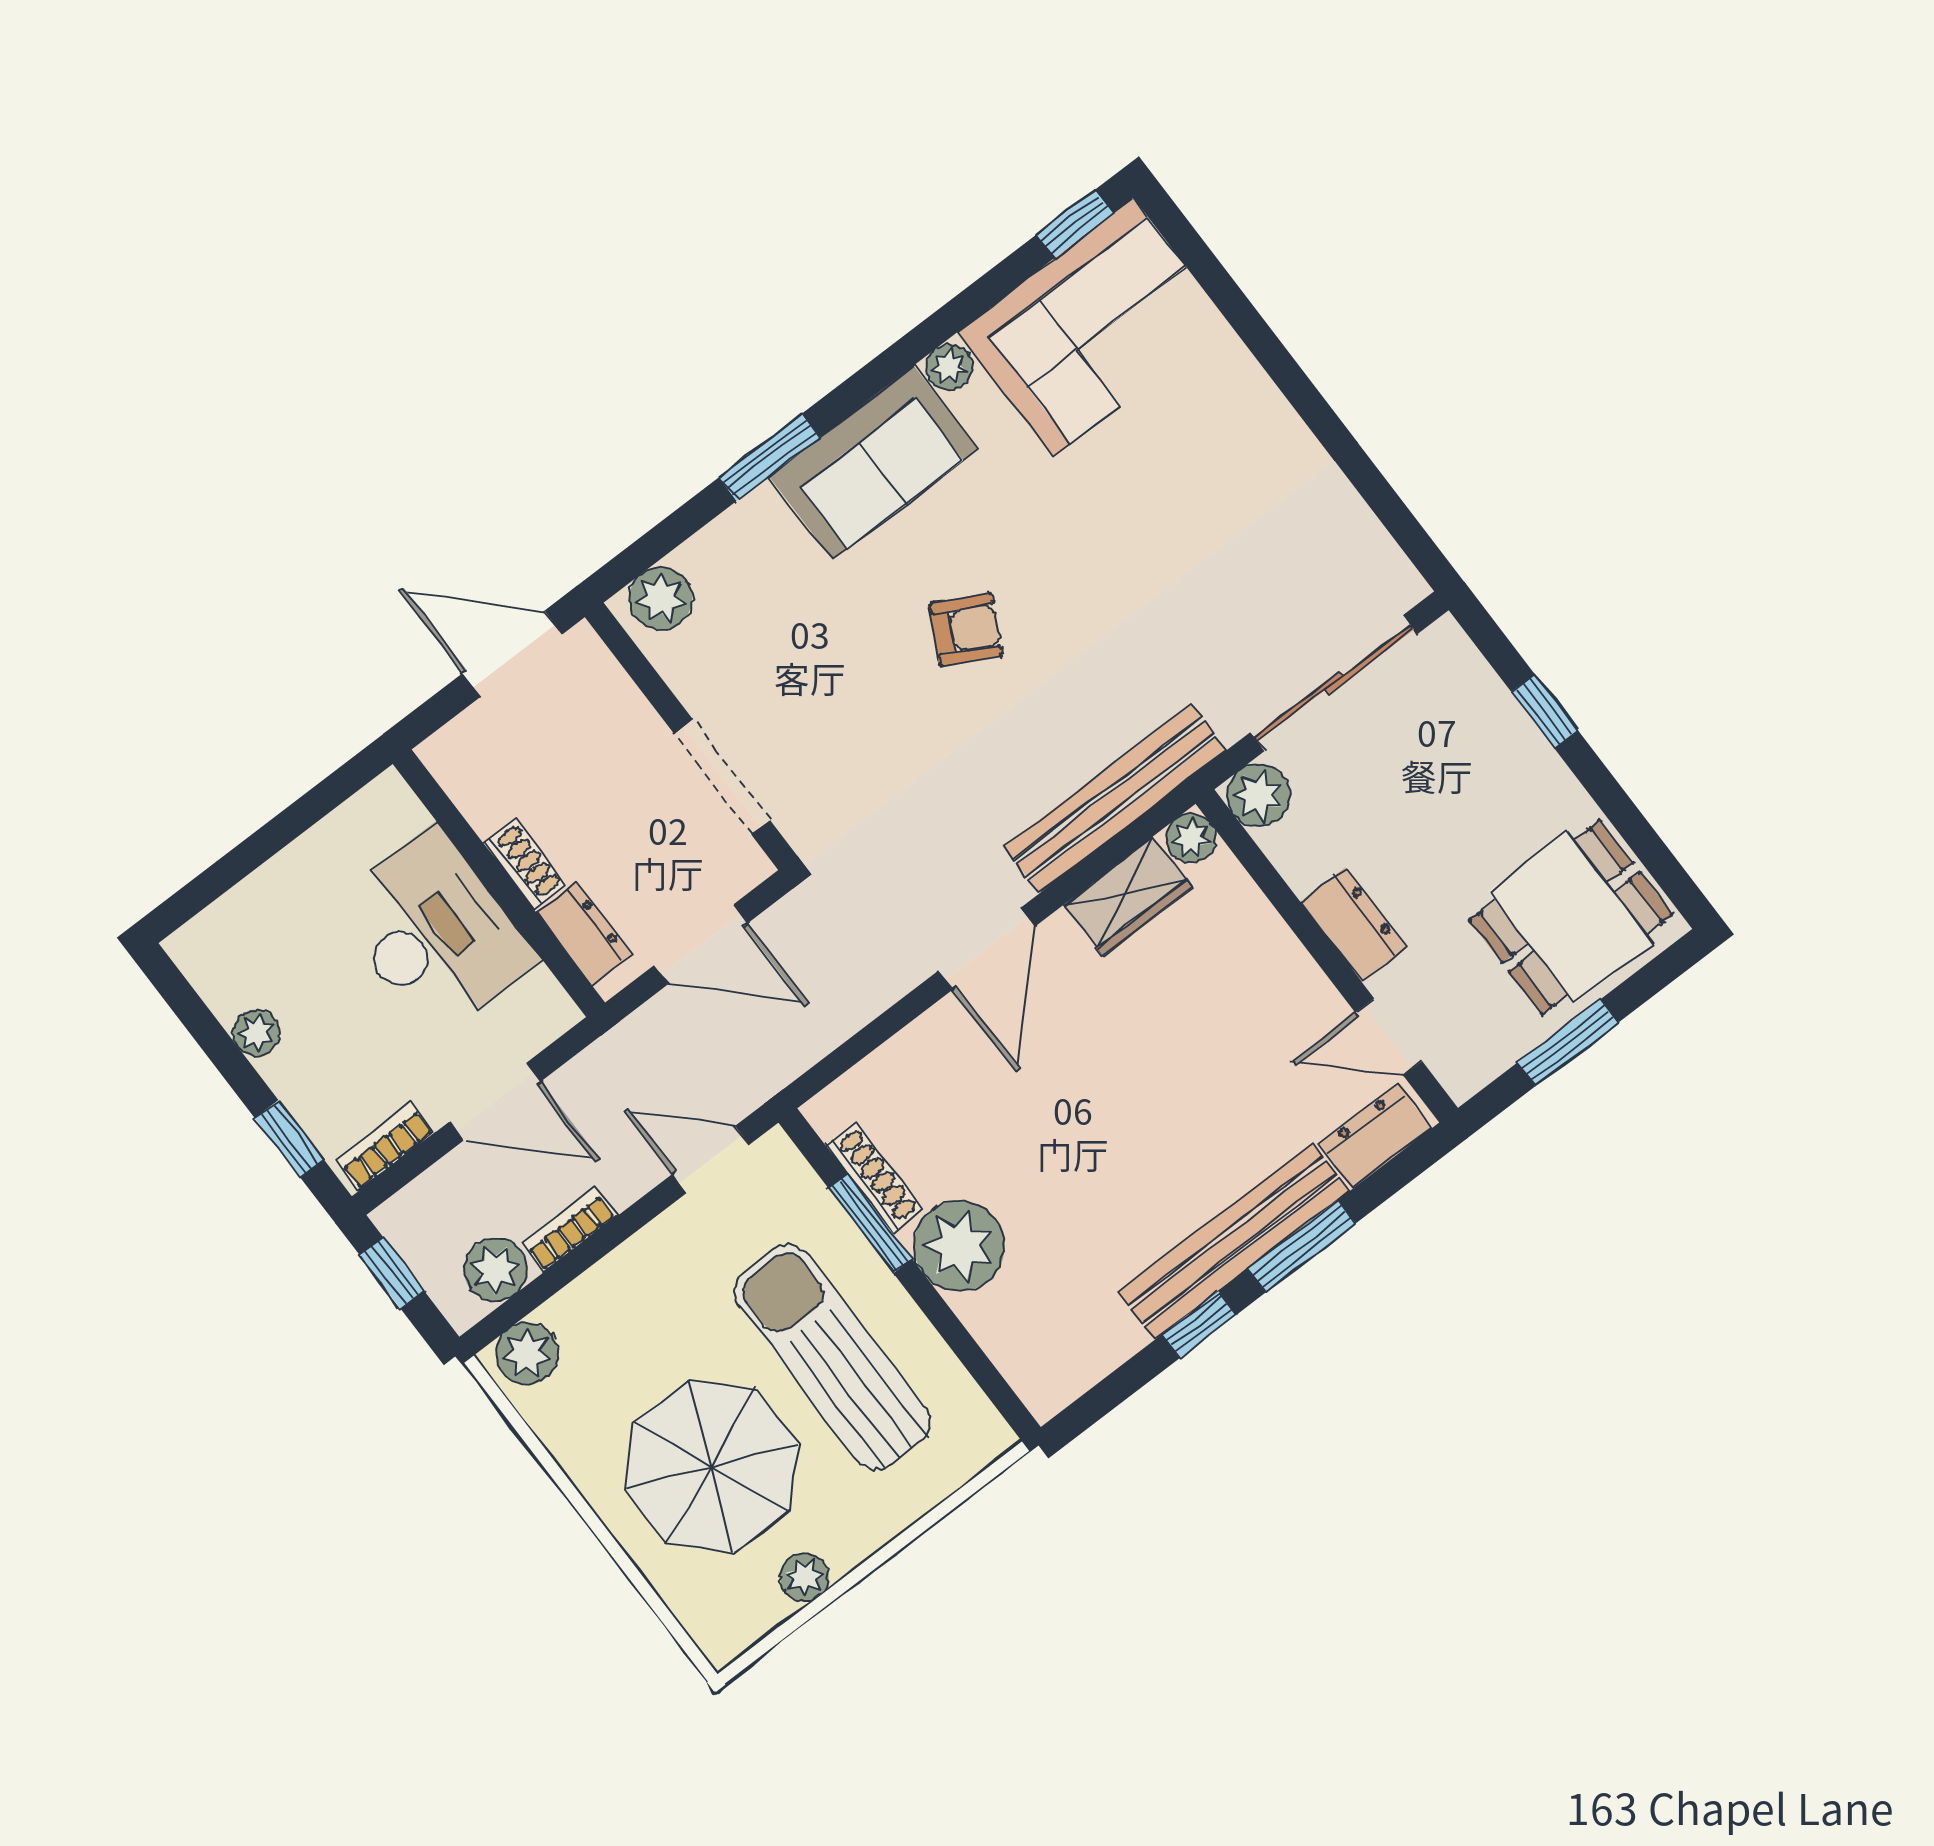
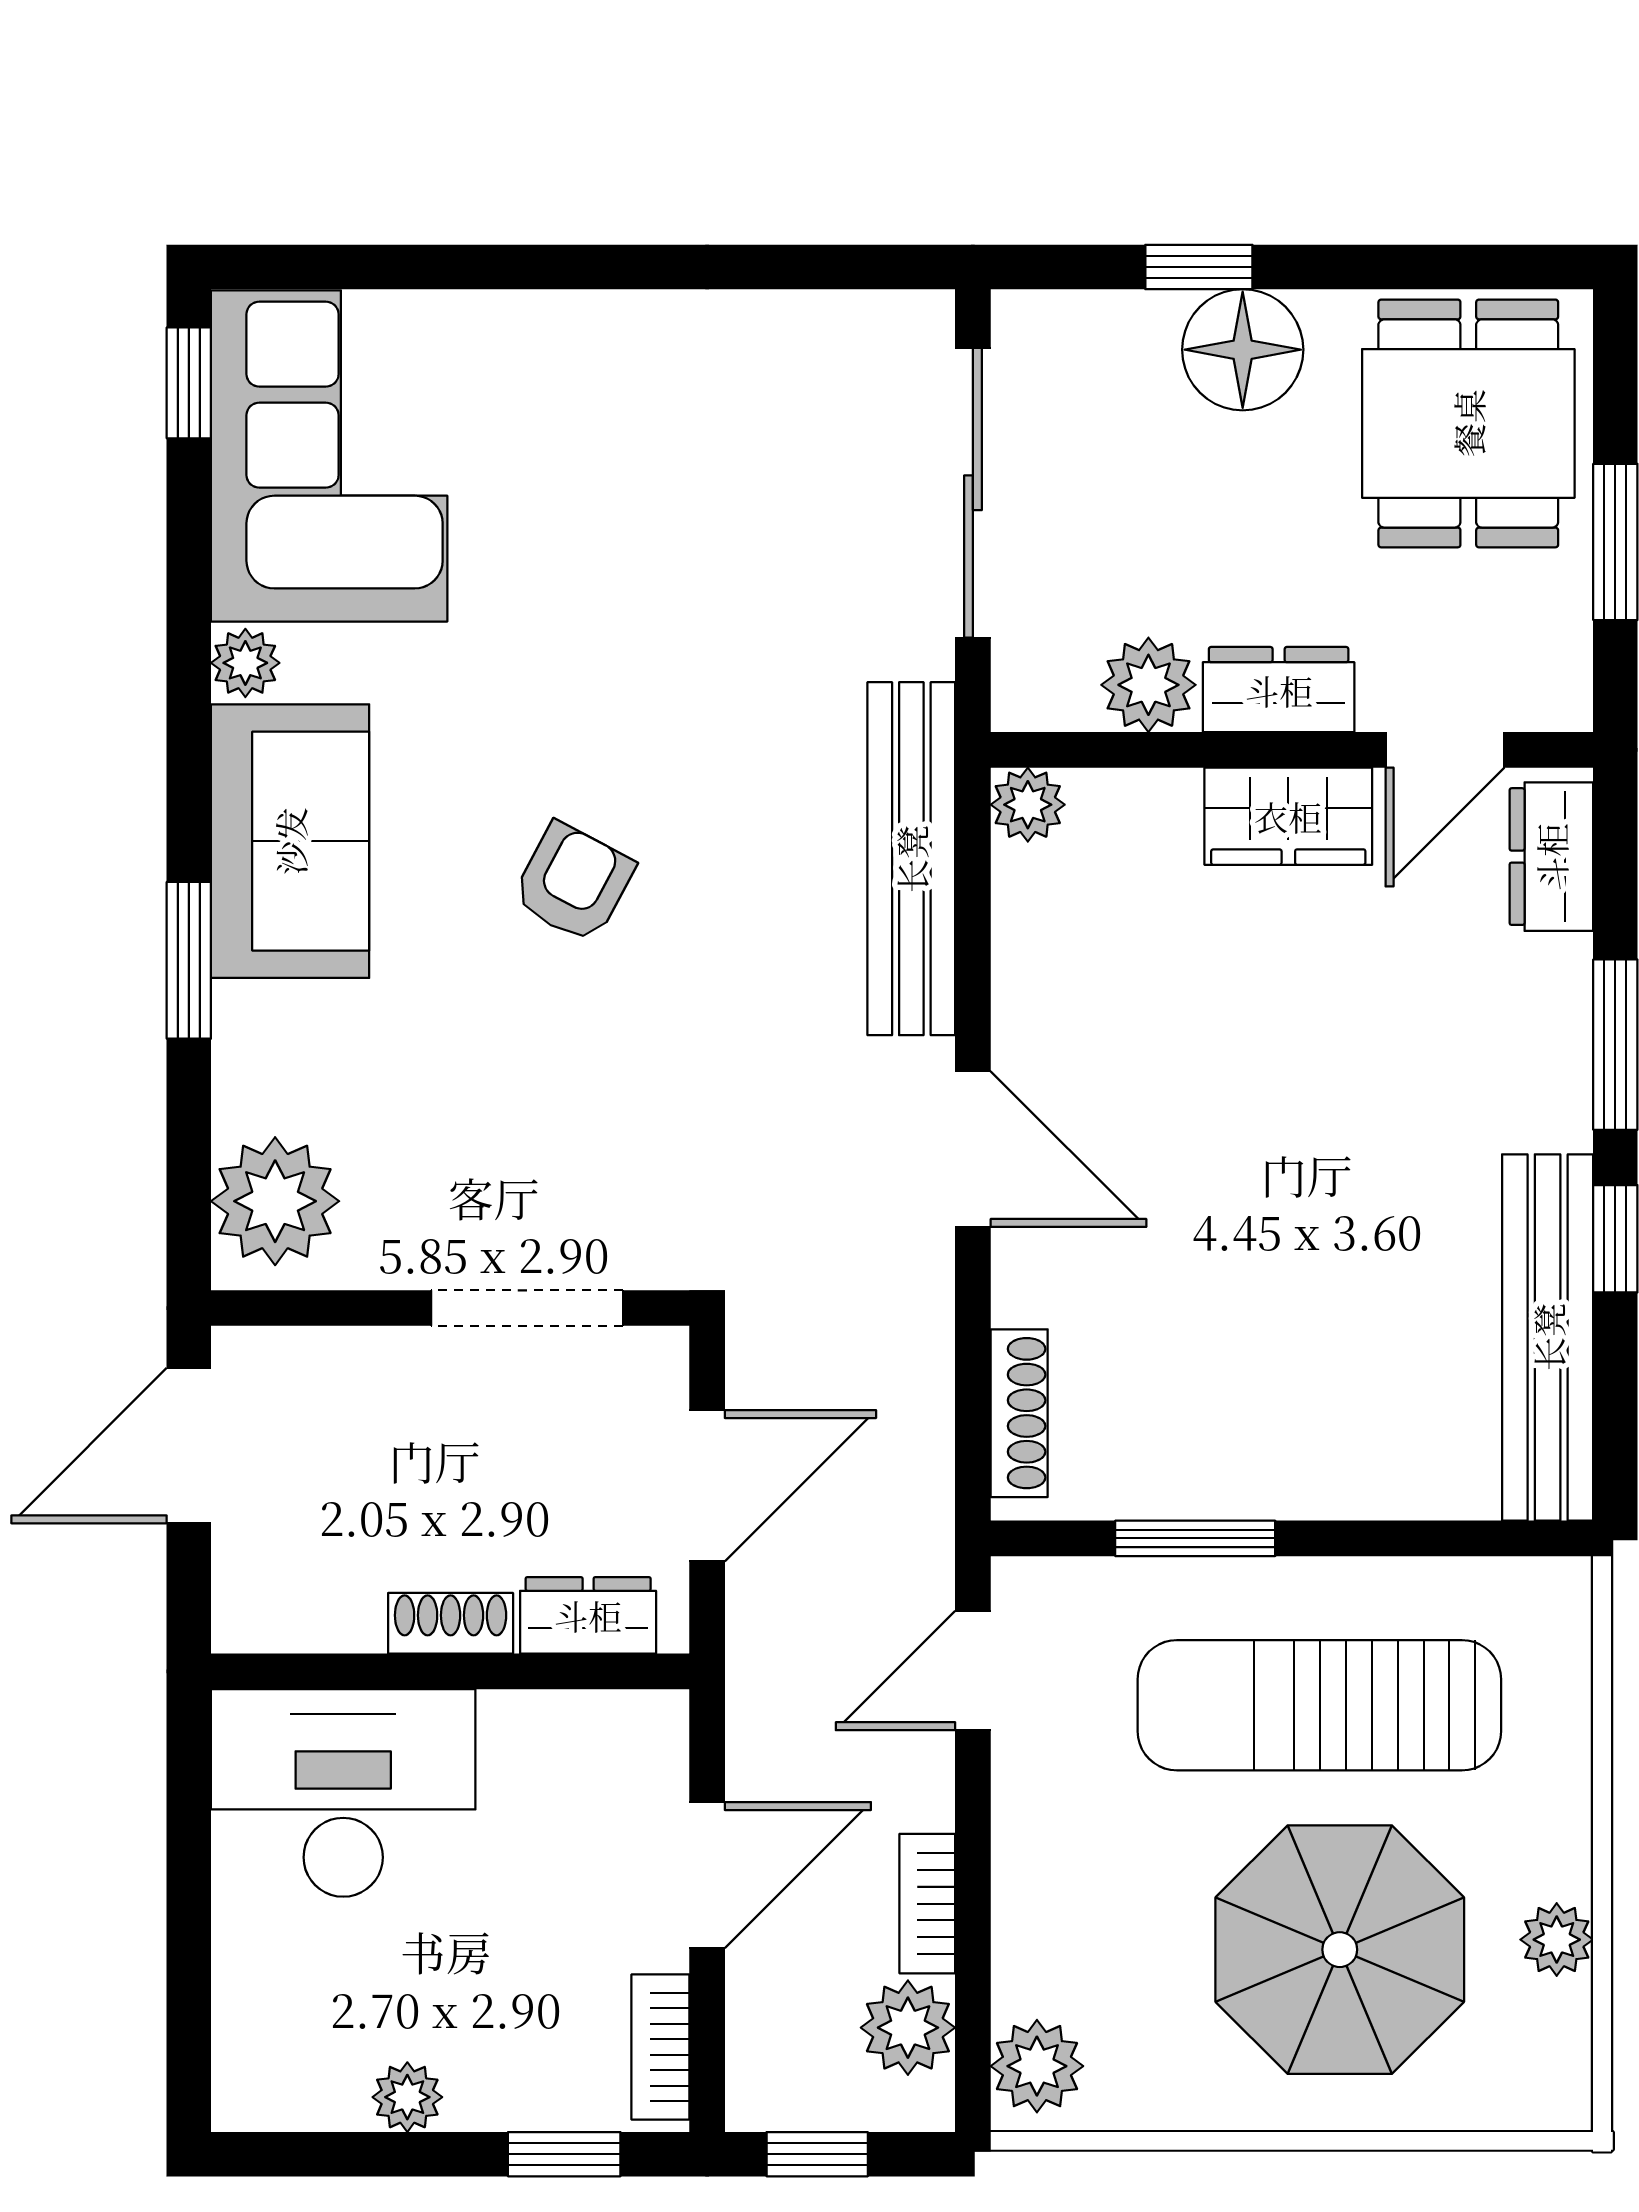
plant: (661, 598) -> (275, 1201), width x1.36, depth x1.36
floor lamp: (1519, 768) -> (1243, 350), added
plant: (1258, 795) -> (1148, 685), moved
wardrobe: (1128, 896) -> (1288, 816), moved, turned 90
desk: (435, 933) -> (343, 1793), moved
shoe rack: (874, 1178) -> (1019, 1413), moved, turned 90
bench: (1234, 1241) -> (1548, 1337), moved
plant: (959, 1246) -> (1303, 1453), removed

